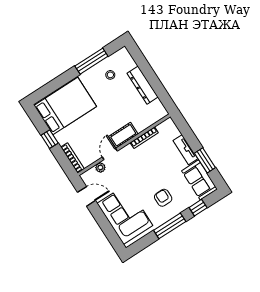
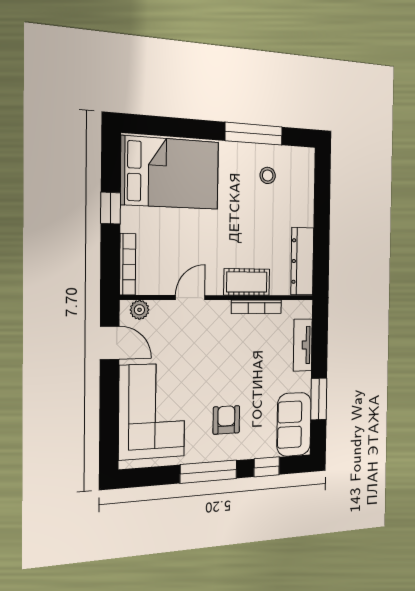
dresser: (143, 85) -> (302, 261), moved
cot: (123, 135) -> (247, 282), moved
tv unit: (185, 150) -> (303, 345), moved
plant: (100, 168) -> (139, 310), moved

